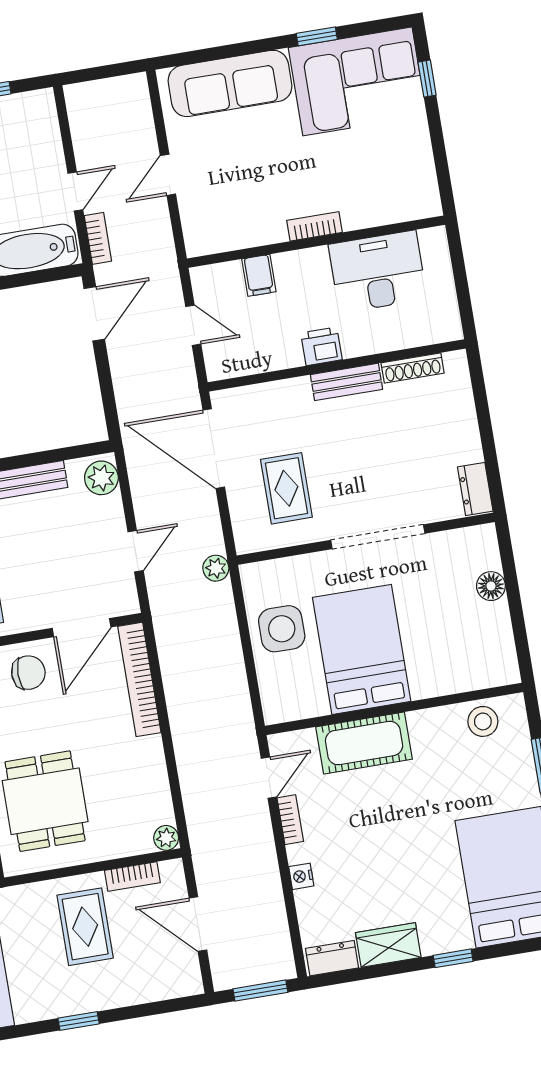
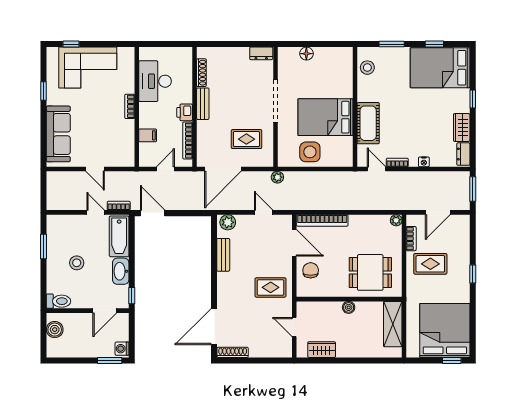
corner sofa: (357, 81) -> (88, 68), moved, turned 90
bookcase: (262, 363) -> (188, 141), added

